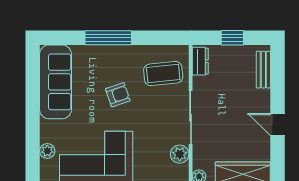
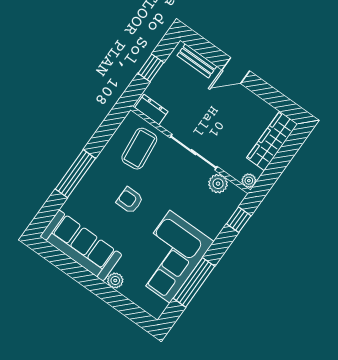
armchair: (118, 95) -> (130, 200), turned -71
door: (277, 124) -> (236, 70), moved
plant: (47, 151) -> (115, 280), moved

